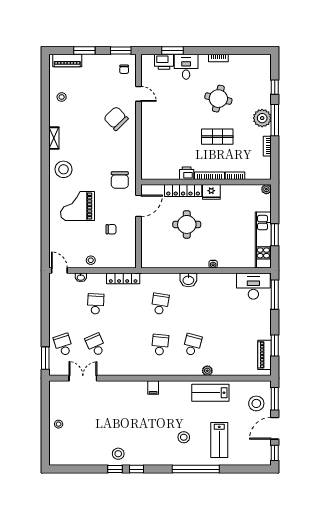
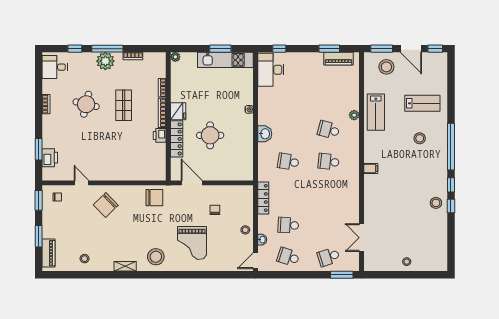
desk: (186, 67) -> (55, 67), moved
door: (138, 94) -> (81, 183), hinge flipped
chair: (120, 180) -> (154, 198), moved
window: (275, 295) -> (279, 49), width x0.46
school desk: (96, 345) -> (288, 257), moved, turned 42
window: (196, 469) -> (451, 147), moved

